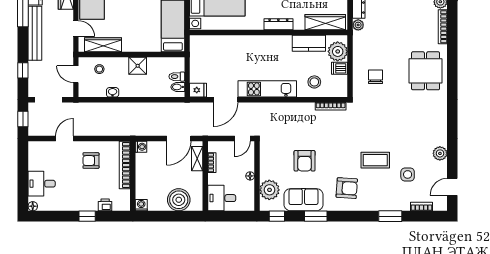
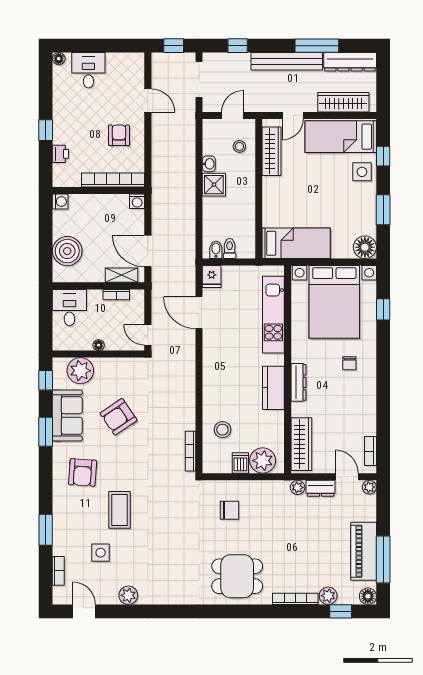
kitchen counter: (309, 43) -> (273, 388), moved
shower: (138, 66) -> (214, 185), moved
kitchen unit: (267, 89) -> (273, 315), moved, turned 180
armchair: (305, 161) -> (119, 417), turned -34

